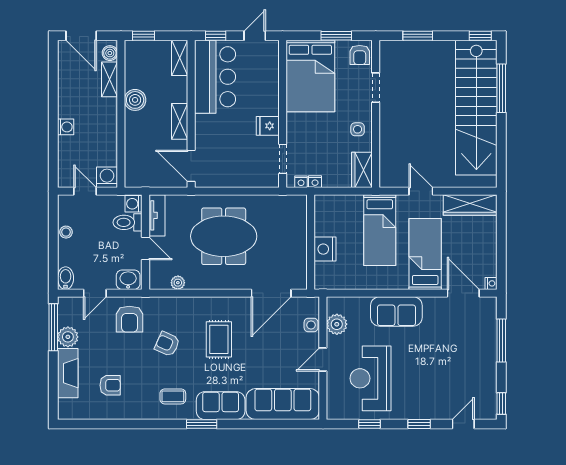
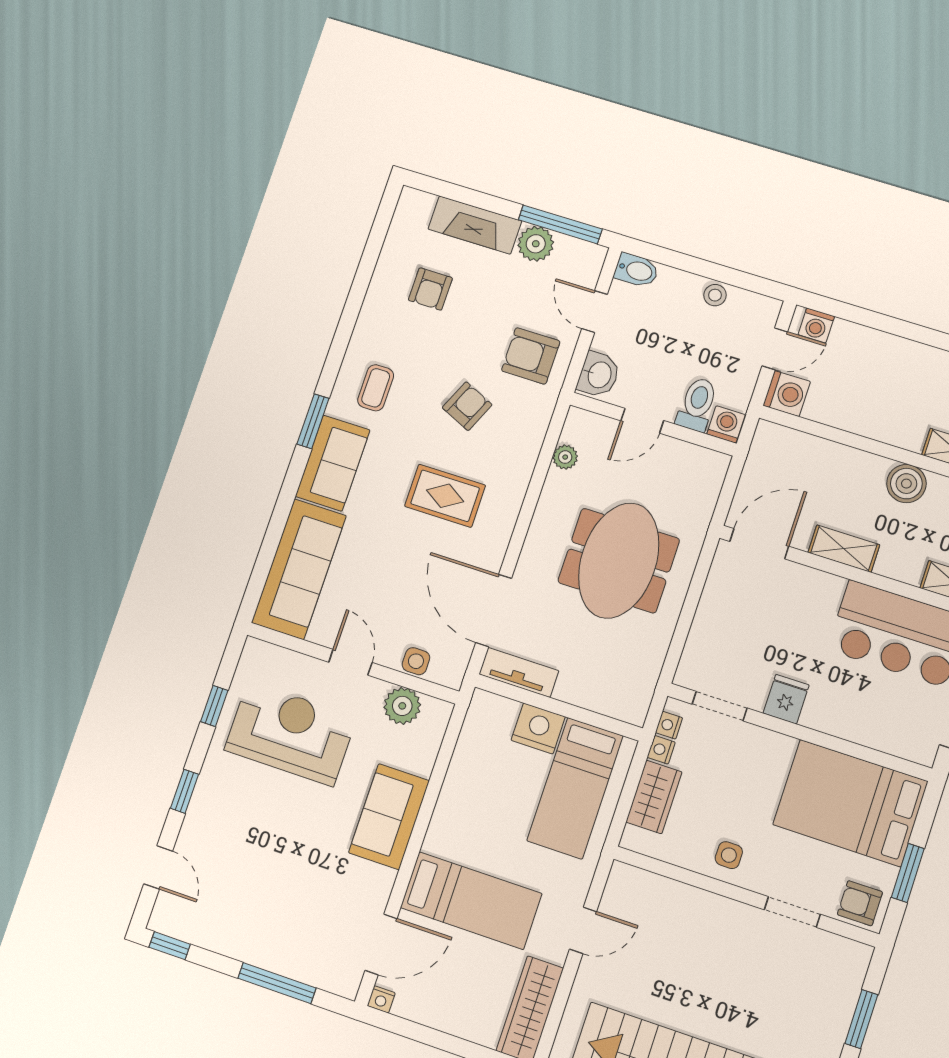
washing machine: (66, 127) -> (816, 325), moved
wardrobe: (362, 170) -> (654, 797), moved, turned 90
tv unit: (157, 215) -> (519, 672), moved, turned 180
bed: (380, 230) -> (575, 788), moved, turned -90

